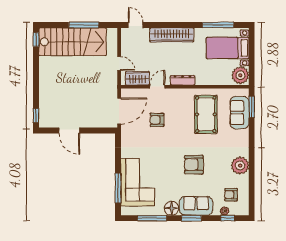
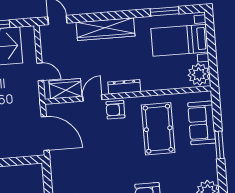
window: (218, 25) -> (165, 11), width x0.69
window: (252, 107) -> (219, 145), moved
door: (119, 111) -> (45, 133), hinge flipped
armchair: (157, 120) -> (115, 110), moved

